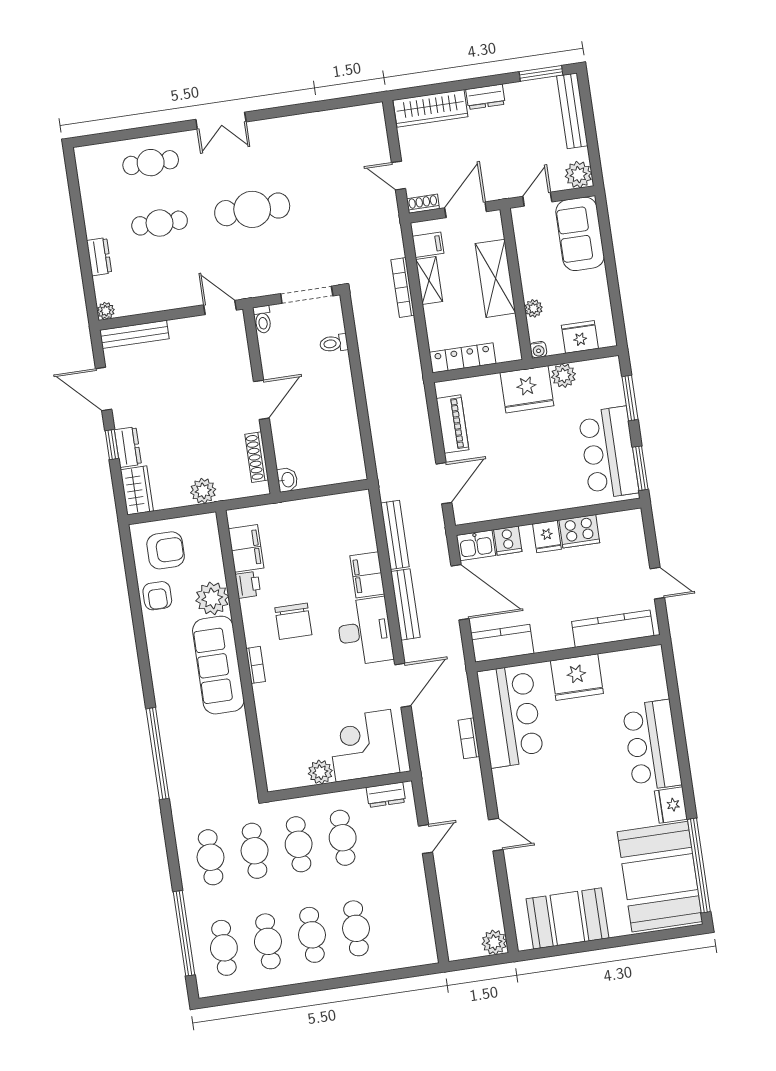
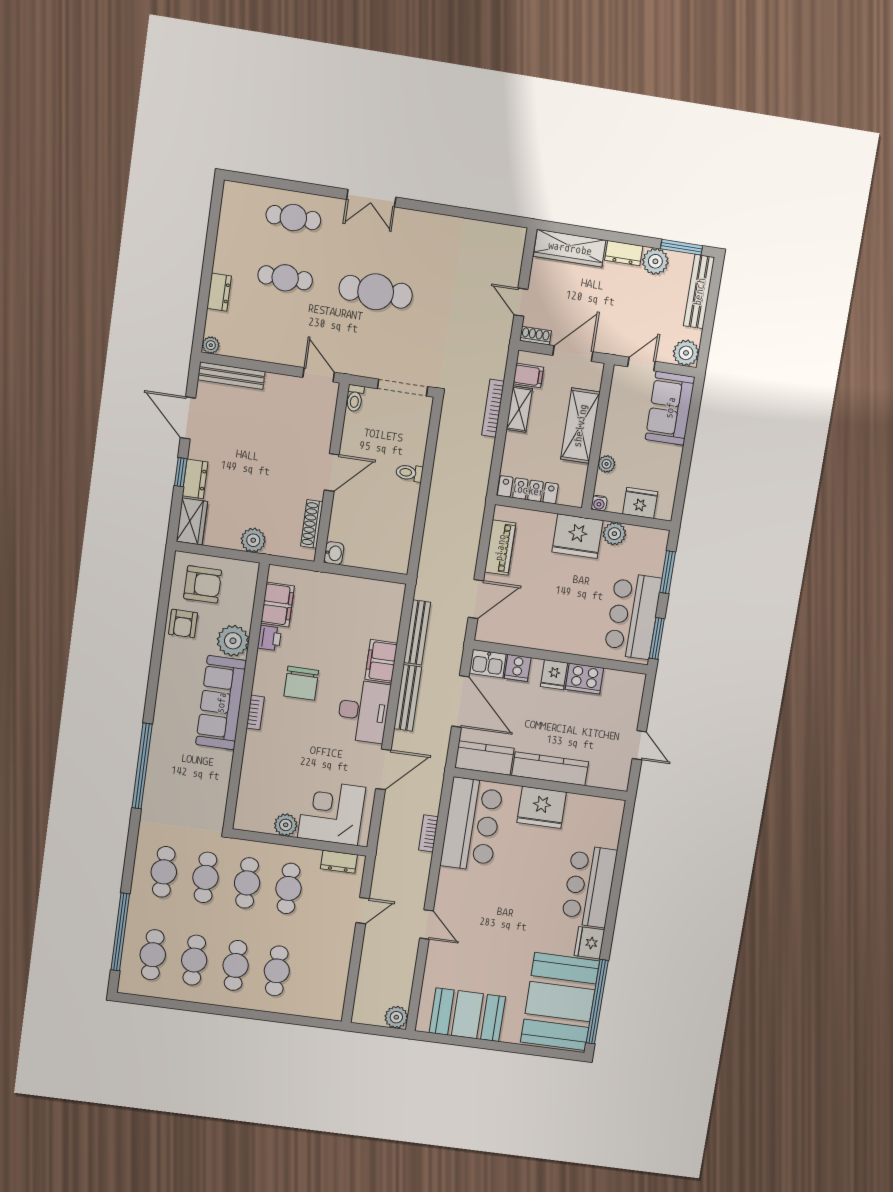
plant: (519, 95) -> (655, 261), added
toilet: (334, 343) -> (409, 473), moved
kitchen counter: (613, 629) -> (550, 769), moved

